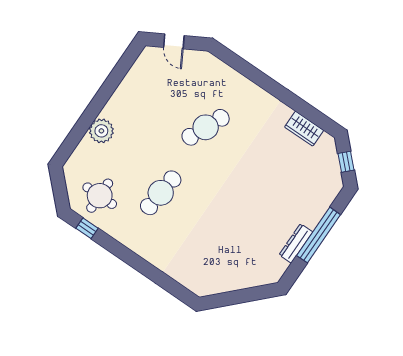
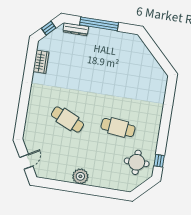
plant: (101, 131) -> (80, 176), moved
dresser: (296, 243) -> (76, 29), moved

